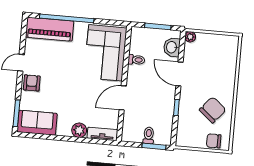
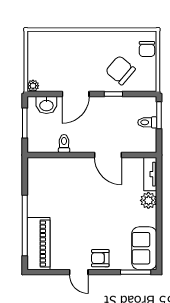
corner sofa: (105, 53) -> (59, 179), removed
chair: (213, 110) -> (120, 70), moved

